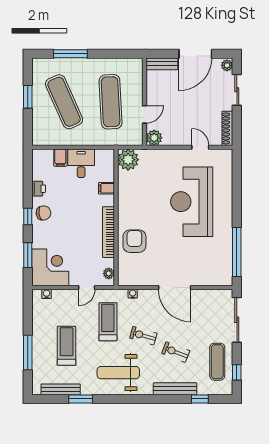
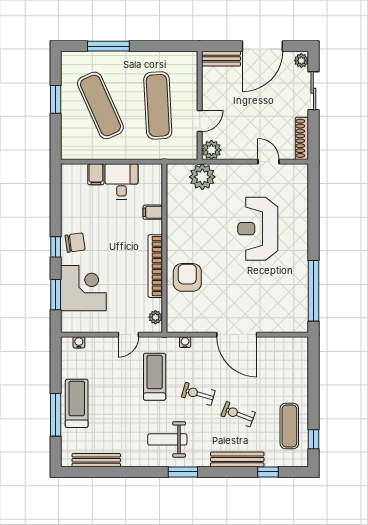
plant: (128, 160) -> (202, 177), moved
printer: (39, 189) -> (69, 213), removed
reception desk: (192, 202) -> (258, 229), width x0.74, depth x0.77
corner desk: (50, 267) -> (83, 288), moved
sliding door: (237, 320) -> (313, 374), removed
treadmill: (67, 346) -> (77, 403), moved
weight bench: (118, 373) -> (167, 439), width x0.73, depth x0.75
window: (81, 399) -> (183, 472), moved

